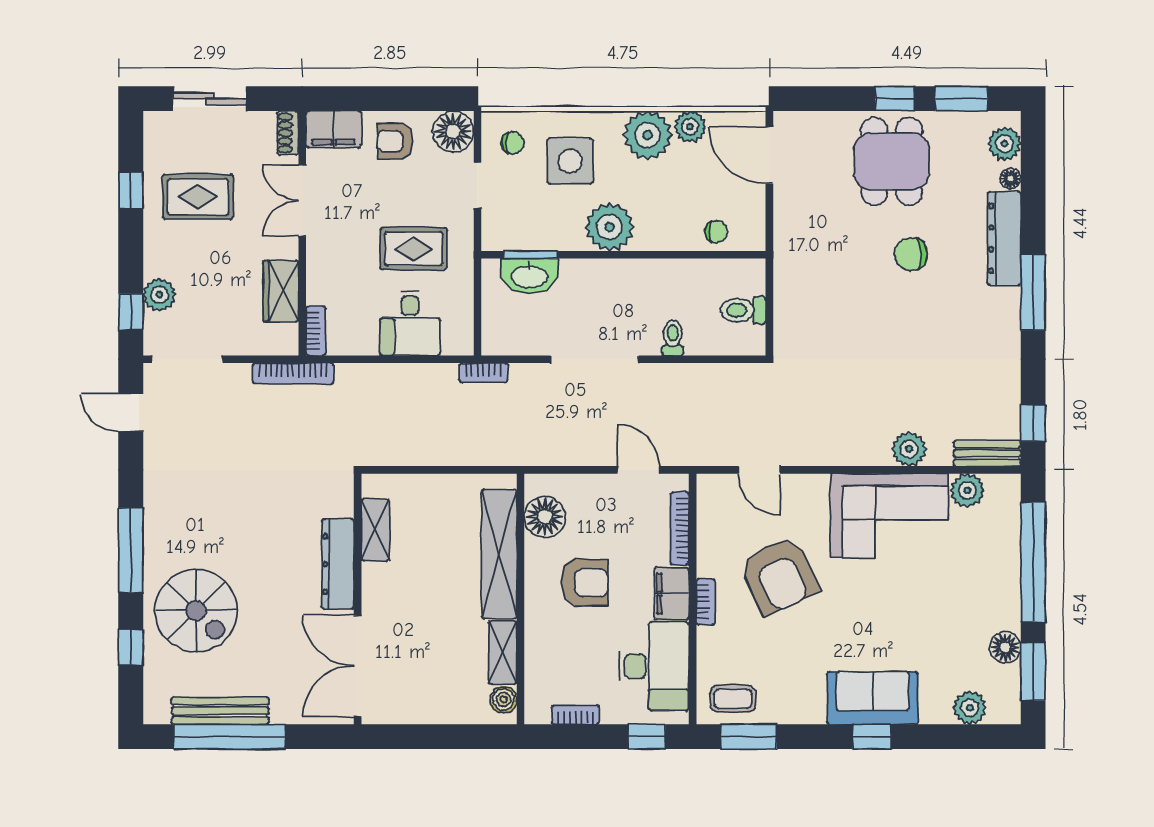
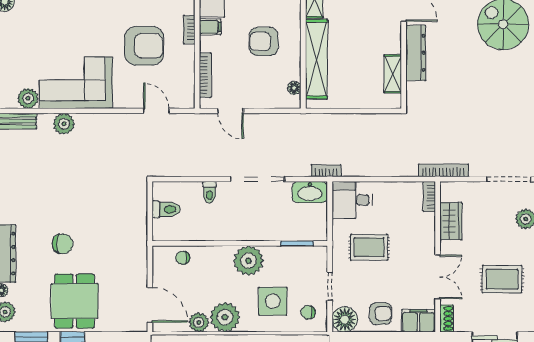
washbasin: (529, 276) -> (310, 192), moved, turned 180
desk: (410, 323) -> (352, 200), moved, turned -90
floor lamp: (545, 517) -> (294, 88), width x0.53, depth x0.53
armchair: (779, 576) -> (144, 46), turned 115
filing cabinet: (672, 593) -> (210, 27), width x0.50

